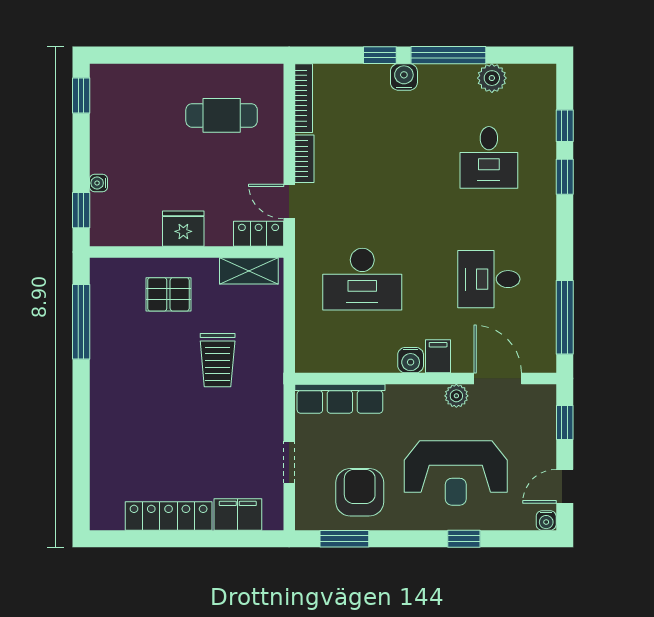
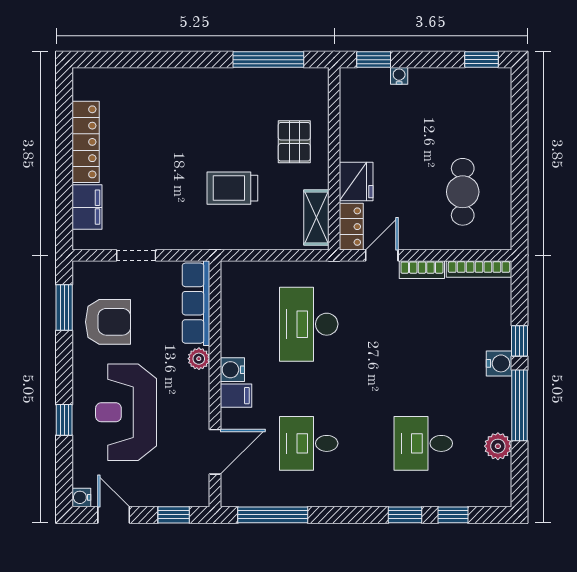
fridge: (183, 229) -> (356, 182), moved
desk: (489, 279) -> (309, 443), turned -90
plant: (456, 396) -> (199, 359), moved

